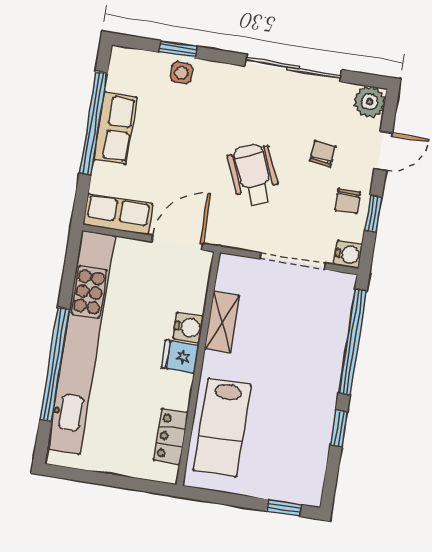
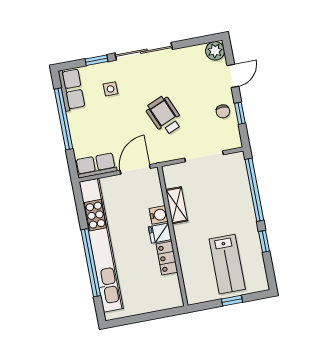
sliding door: (293, 68) -> (144, 51), moved
side table: (181, 73) -> (111, 89), moved
row of seats: (115, 128) -> (72, 89), moved
chair: (323, 154) -> (199, 90), removed
water cooler: (348, 254) -> (234, 141), removed
lab bench: (222, 427) -> (227, 264), moved
locker: (171, 436) -> (167, 258), moved
window: (284, 508) -> (232, 301), moved

